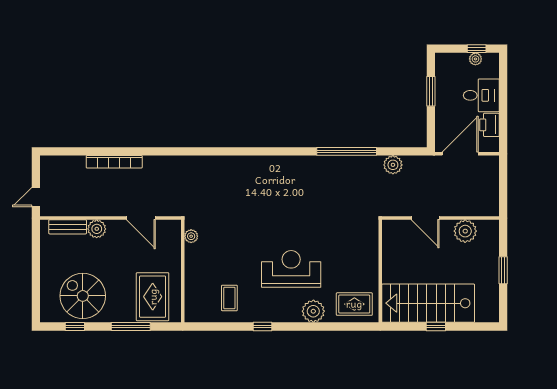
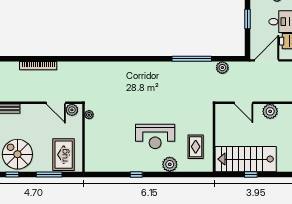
plant: (97, 229) -> (72, 110), moved
reception desk: (291, 269) -> (155, 136), turned 180
coffee table: (229, 298) -> (114, 156), removed
rug: (354, 304) -> (196, 147), moved, turned 90

